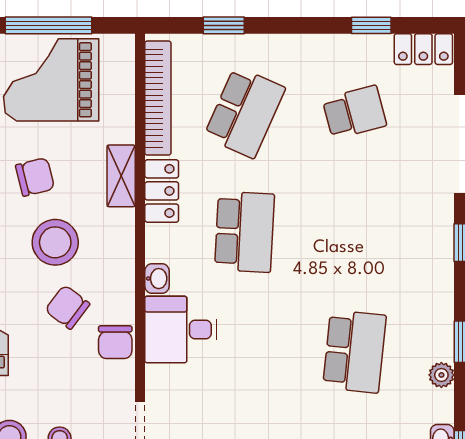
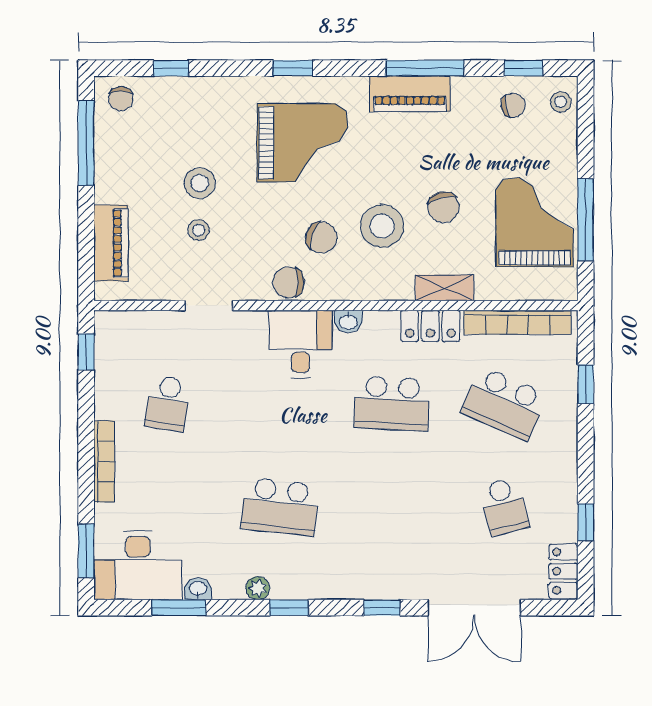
chair: (67, 307) -> (321, 237), turned 72

